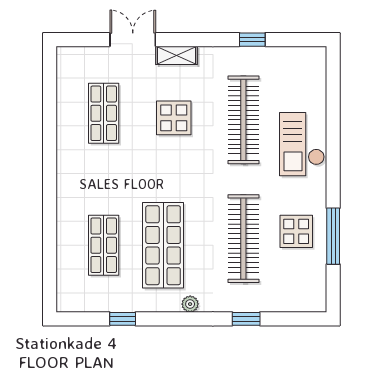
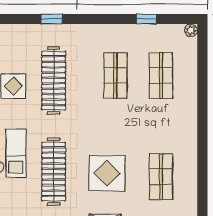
display table: (174, 118) -> (107, 173), width x1.36, depth x1.36
shop shelf: (163, 245) -> (115, 75), width x0.70, depth x0.74
plant: (190, 304) -> (191, 30), moved

